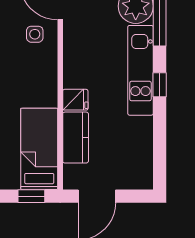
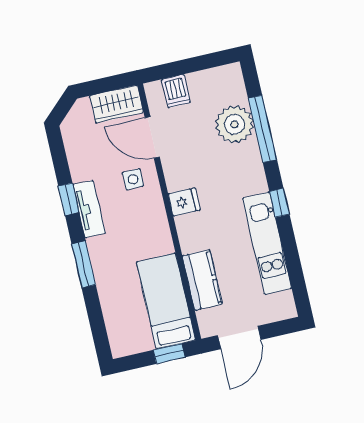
kitchen unit: (140, 70) -> (267, 243), moved
fridge: (75, 100) -> (184, 202), moved

